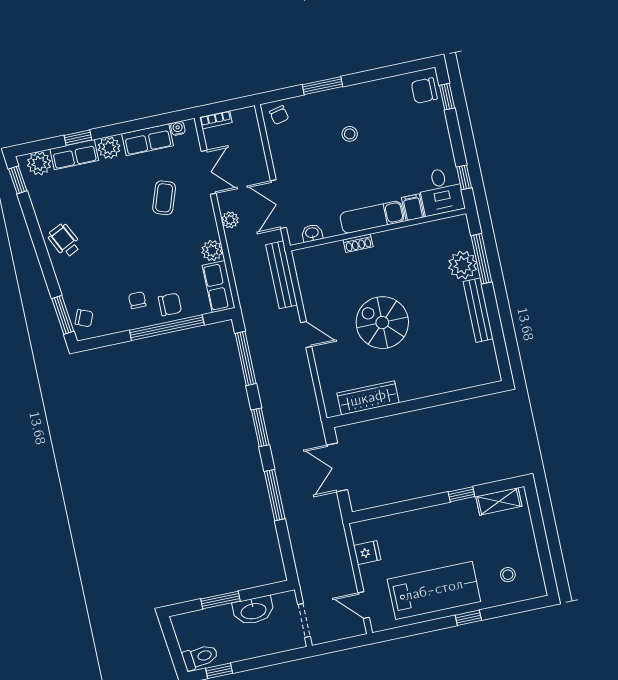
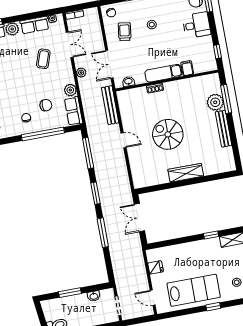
trolley: (303, 147) -> (125, 32), added
desk: (441, 191) -> (197, 25), moved, turned -90
chair: (170, 304) -> (46, 105), moved
wardrobe: (368, 398) -> (186, 173), moved
washbasin: (253, 611) -> (94, 296), width x0.52, depth x0.69

